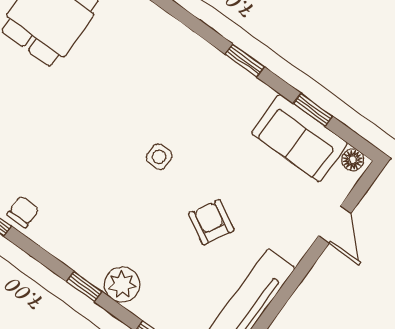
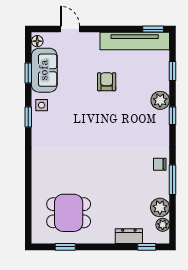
side table: (159, 157) -> (42, 105), moved
armchair: (211, 222) -> (107, 82), turned 151
door: (335, 225) -> (70, 29), hinge flipped

